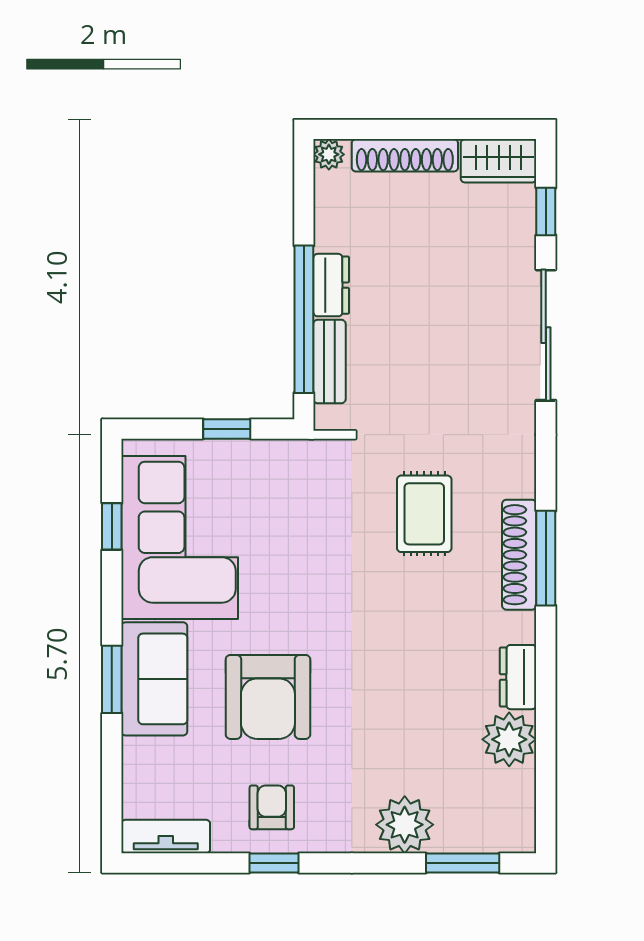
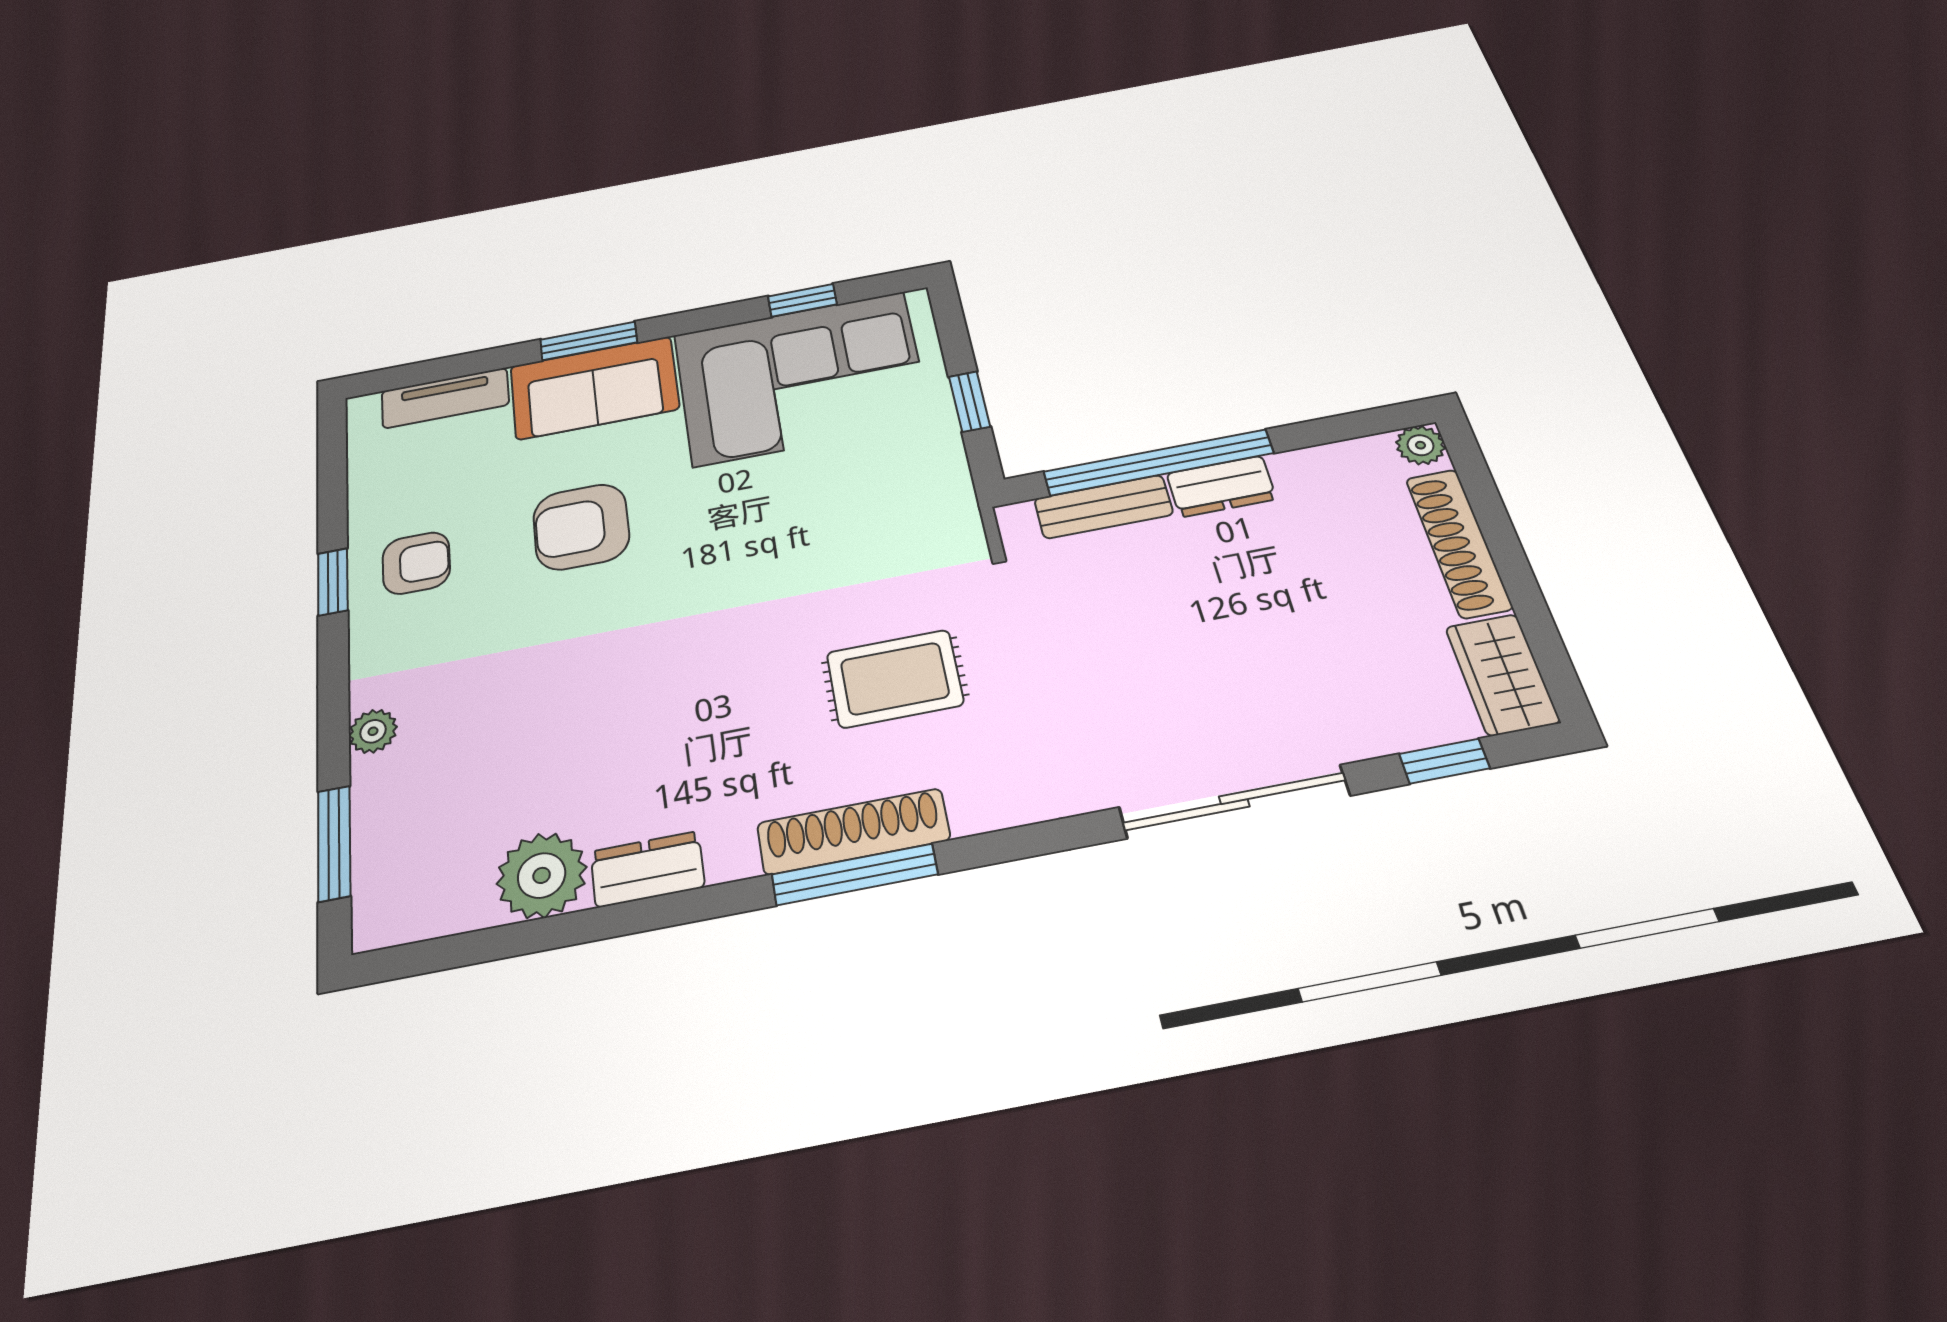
armchair: (268, 697) -> (581, 527), width x0.73, depth x0.73
plant: (405, 825) -> (373, 731), width x0.53, depth x0.53
tv unit: (166, 836) -> (445, 398), moved, turned 90

